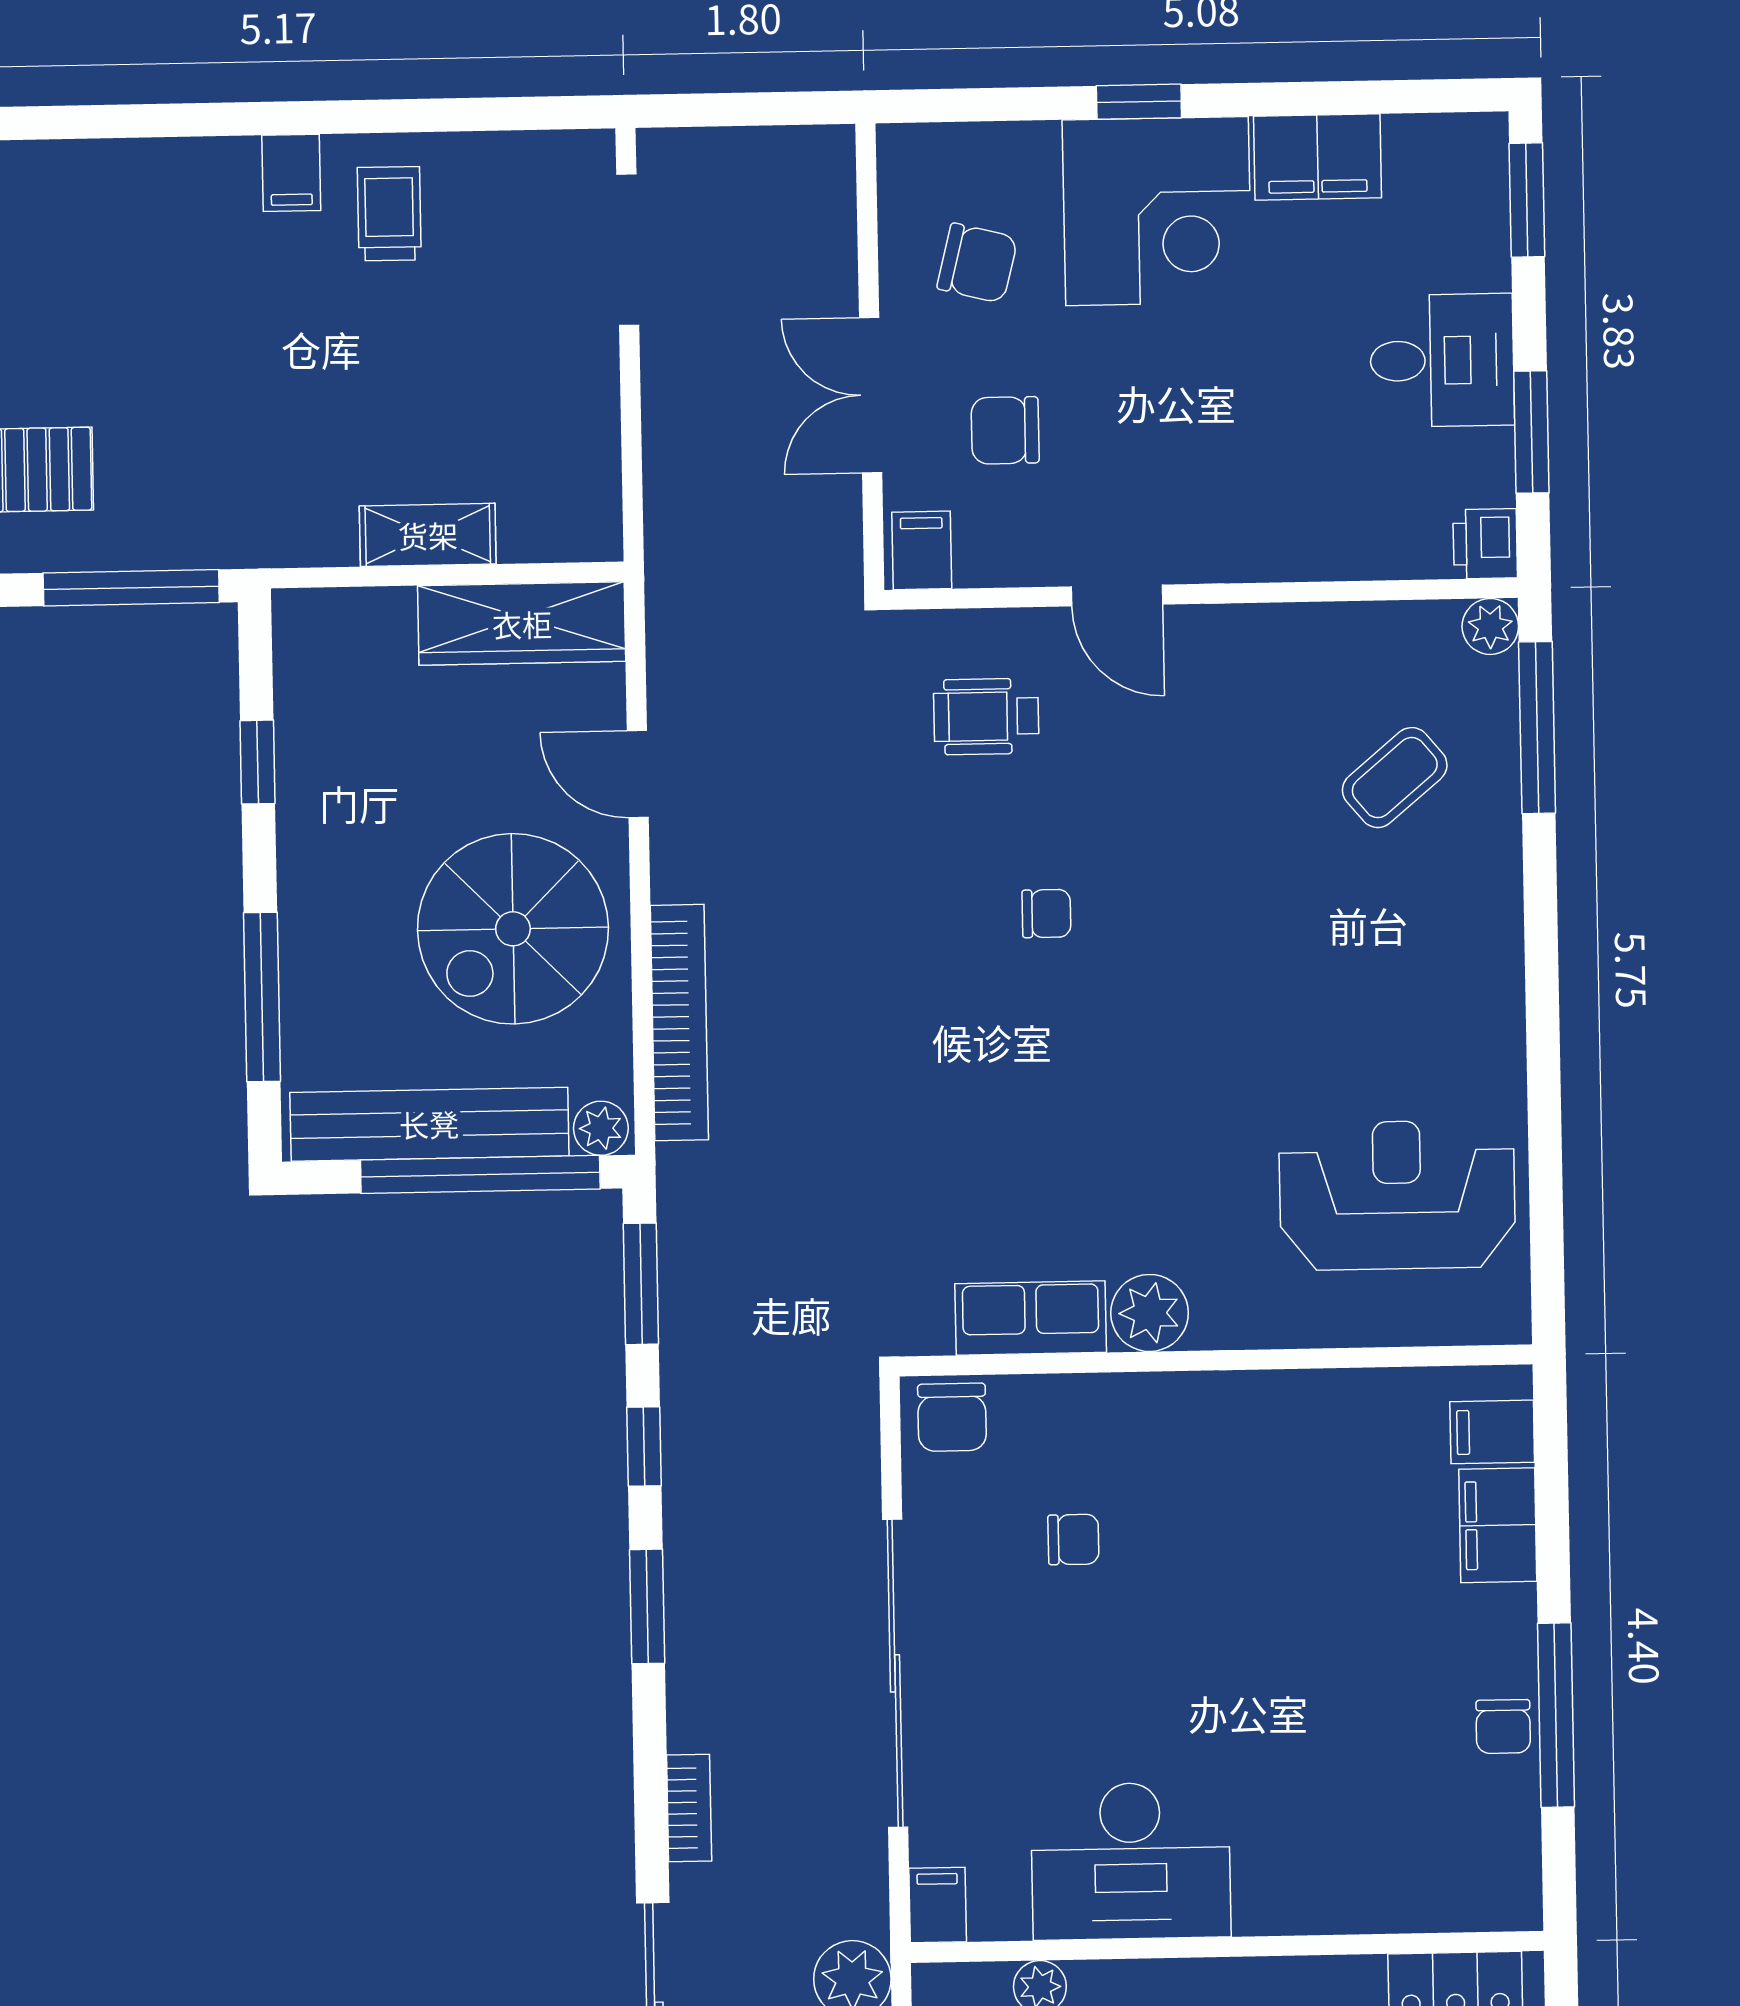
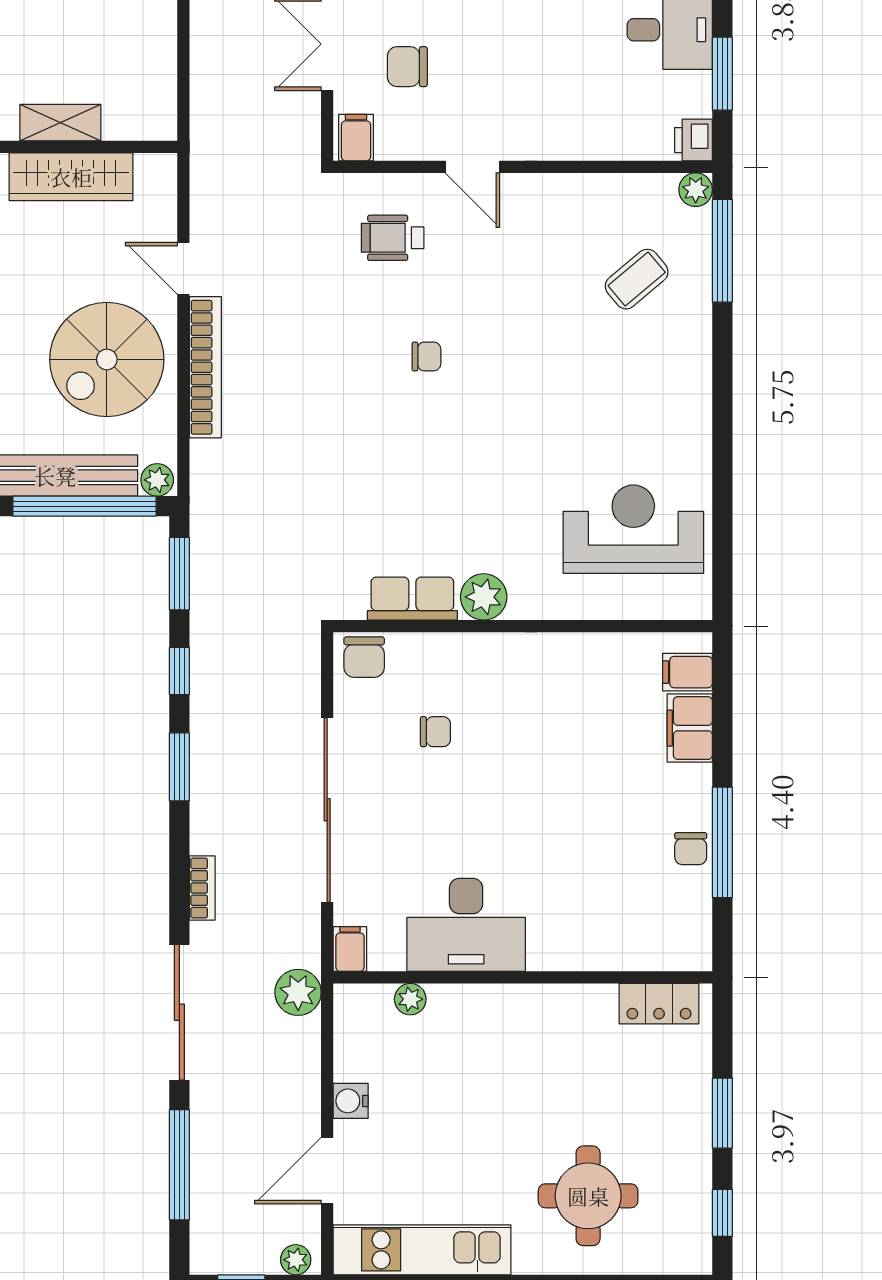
wardrobe: (522, 624) -> (71, 177), moved
bookcase: (679, 1023) -> (205, 367), moved

